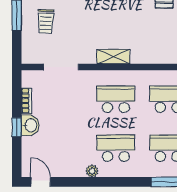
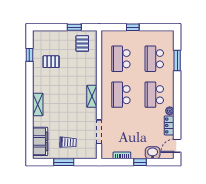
washbasin: (30, 125) -> (153, 153), moved
locker: (71, 170) -> (169, 125), added

